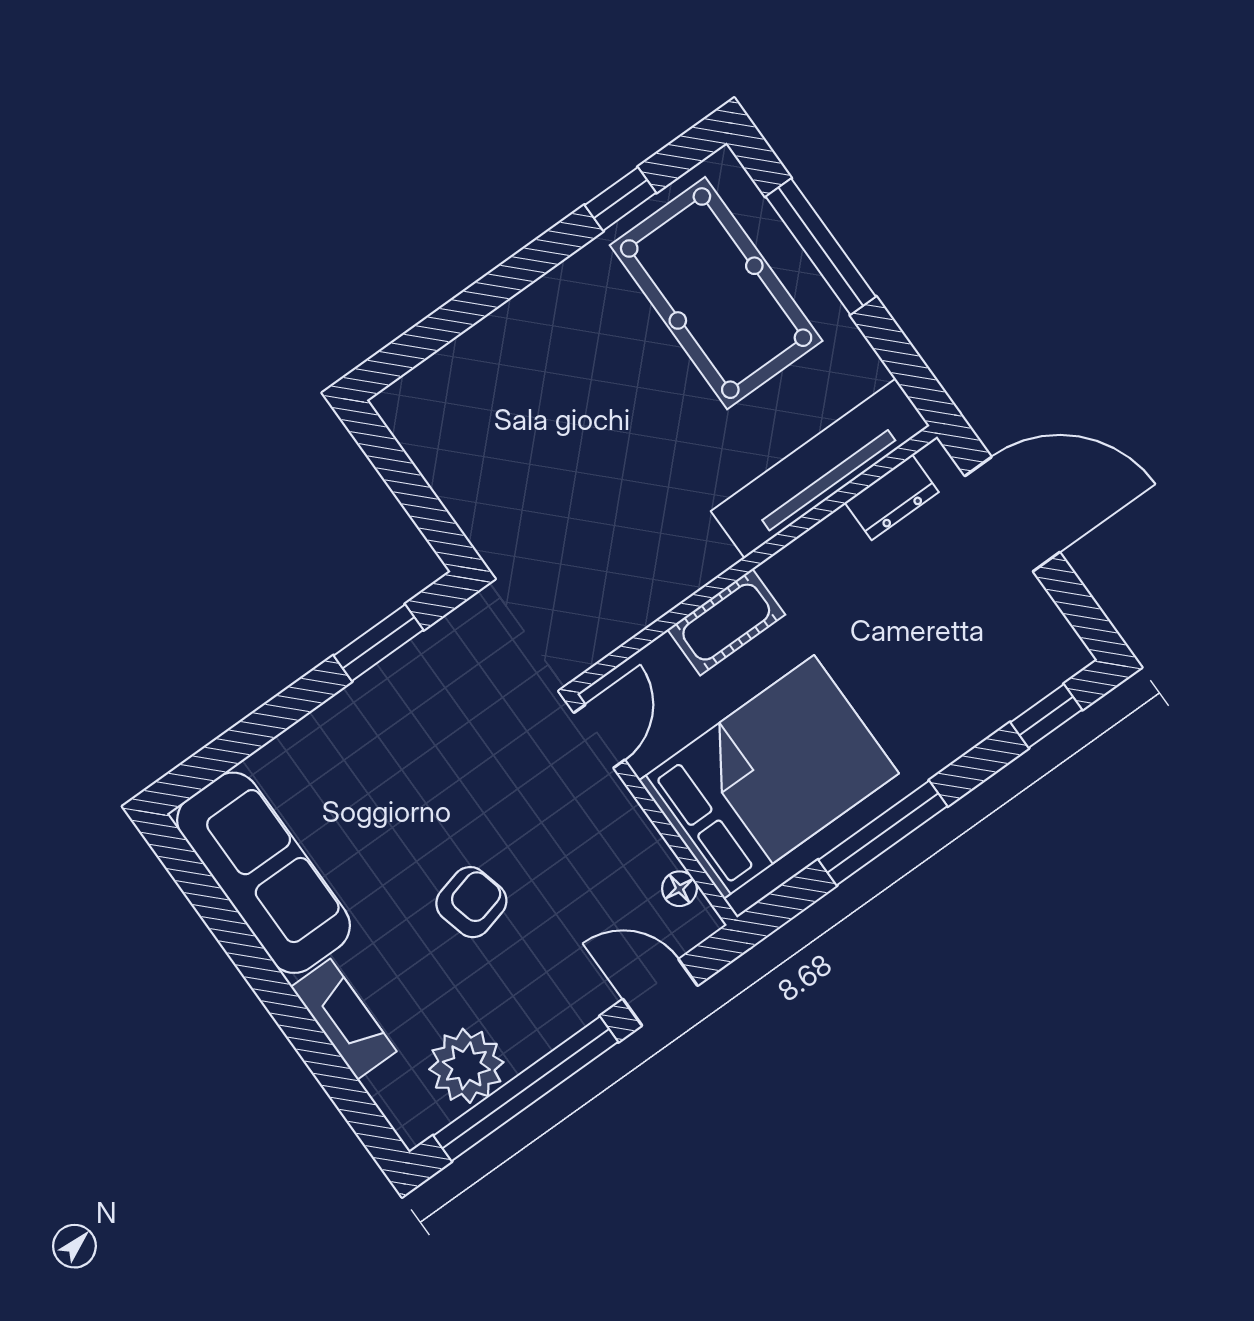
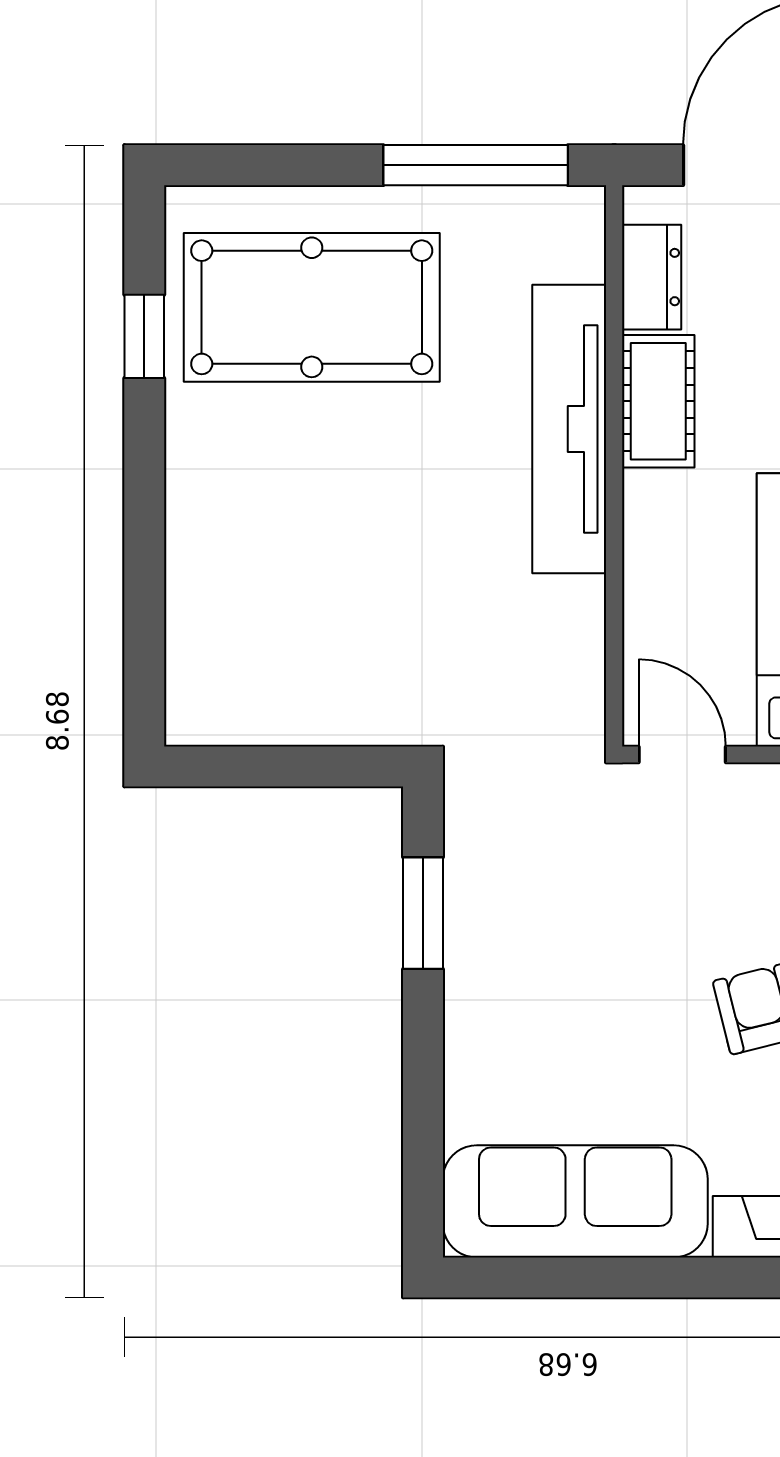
window: (821, 247) -> (476, 165), moved
tv unit: (820, 468) -> (569, 429), moved
cot: (726, 622) -> (658, 401), moved

